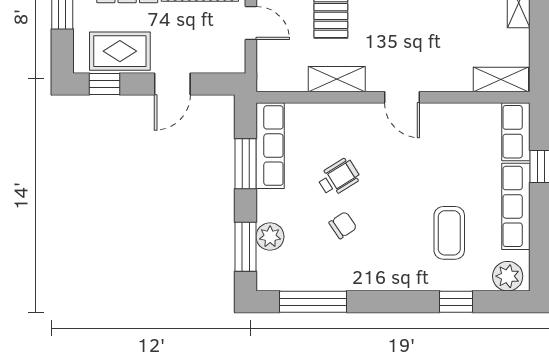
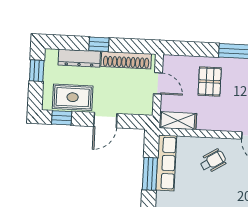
shelving: (337, 79) -> (178, 121), moved
wheelchair: (339, 177) -> (213, 161), moved

